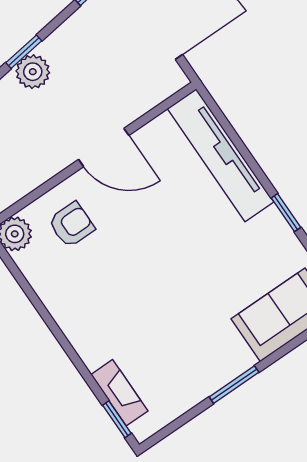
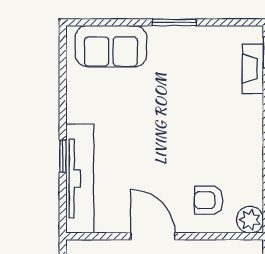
window: (286, 213) -> (63, 156), moved

